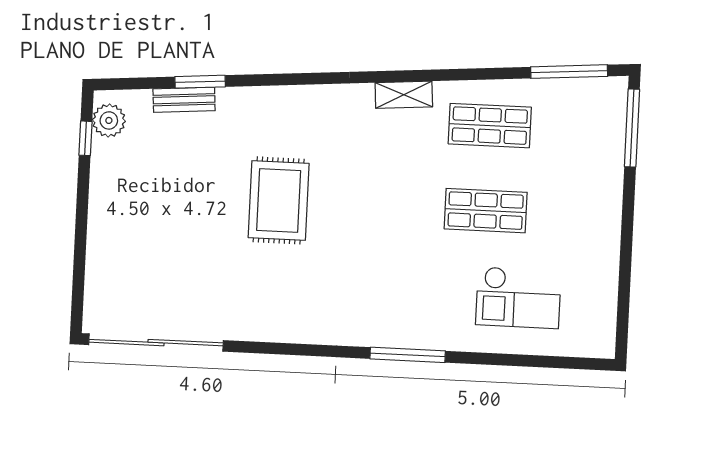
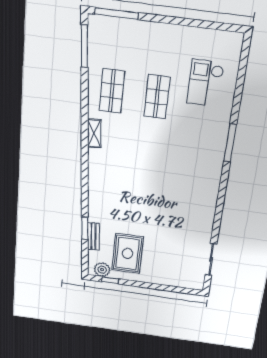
rug: (279, 200) -> (128, 253), moved, turned 90
checkout: (518, 298) -> (205, 83), turned 180
sliding door: (156, 343) -> (211, 259), width x0.54

